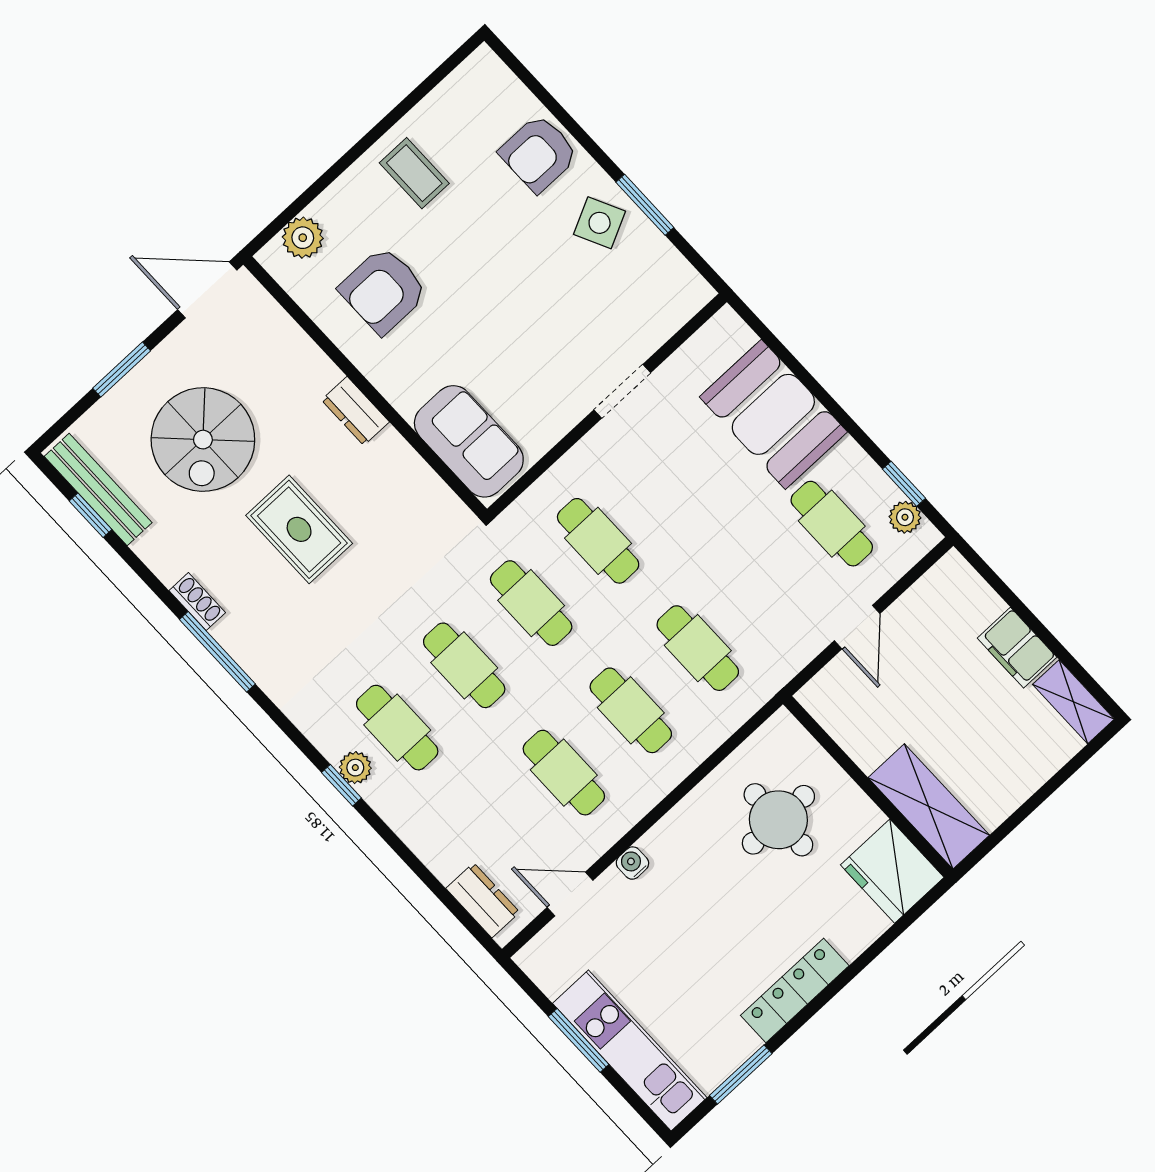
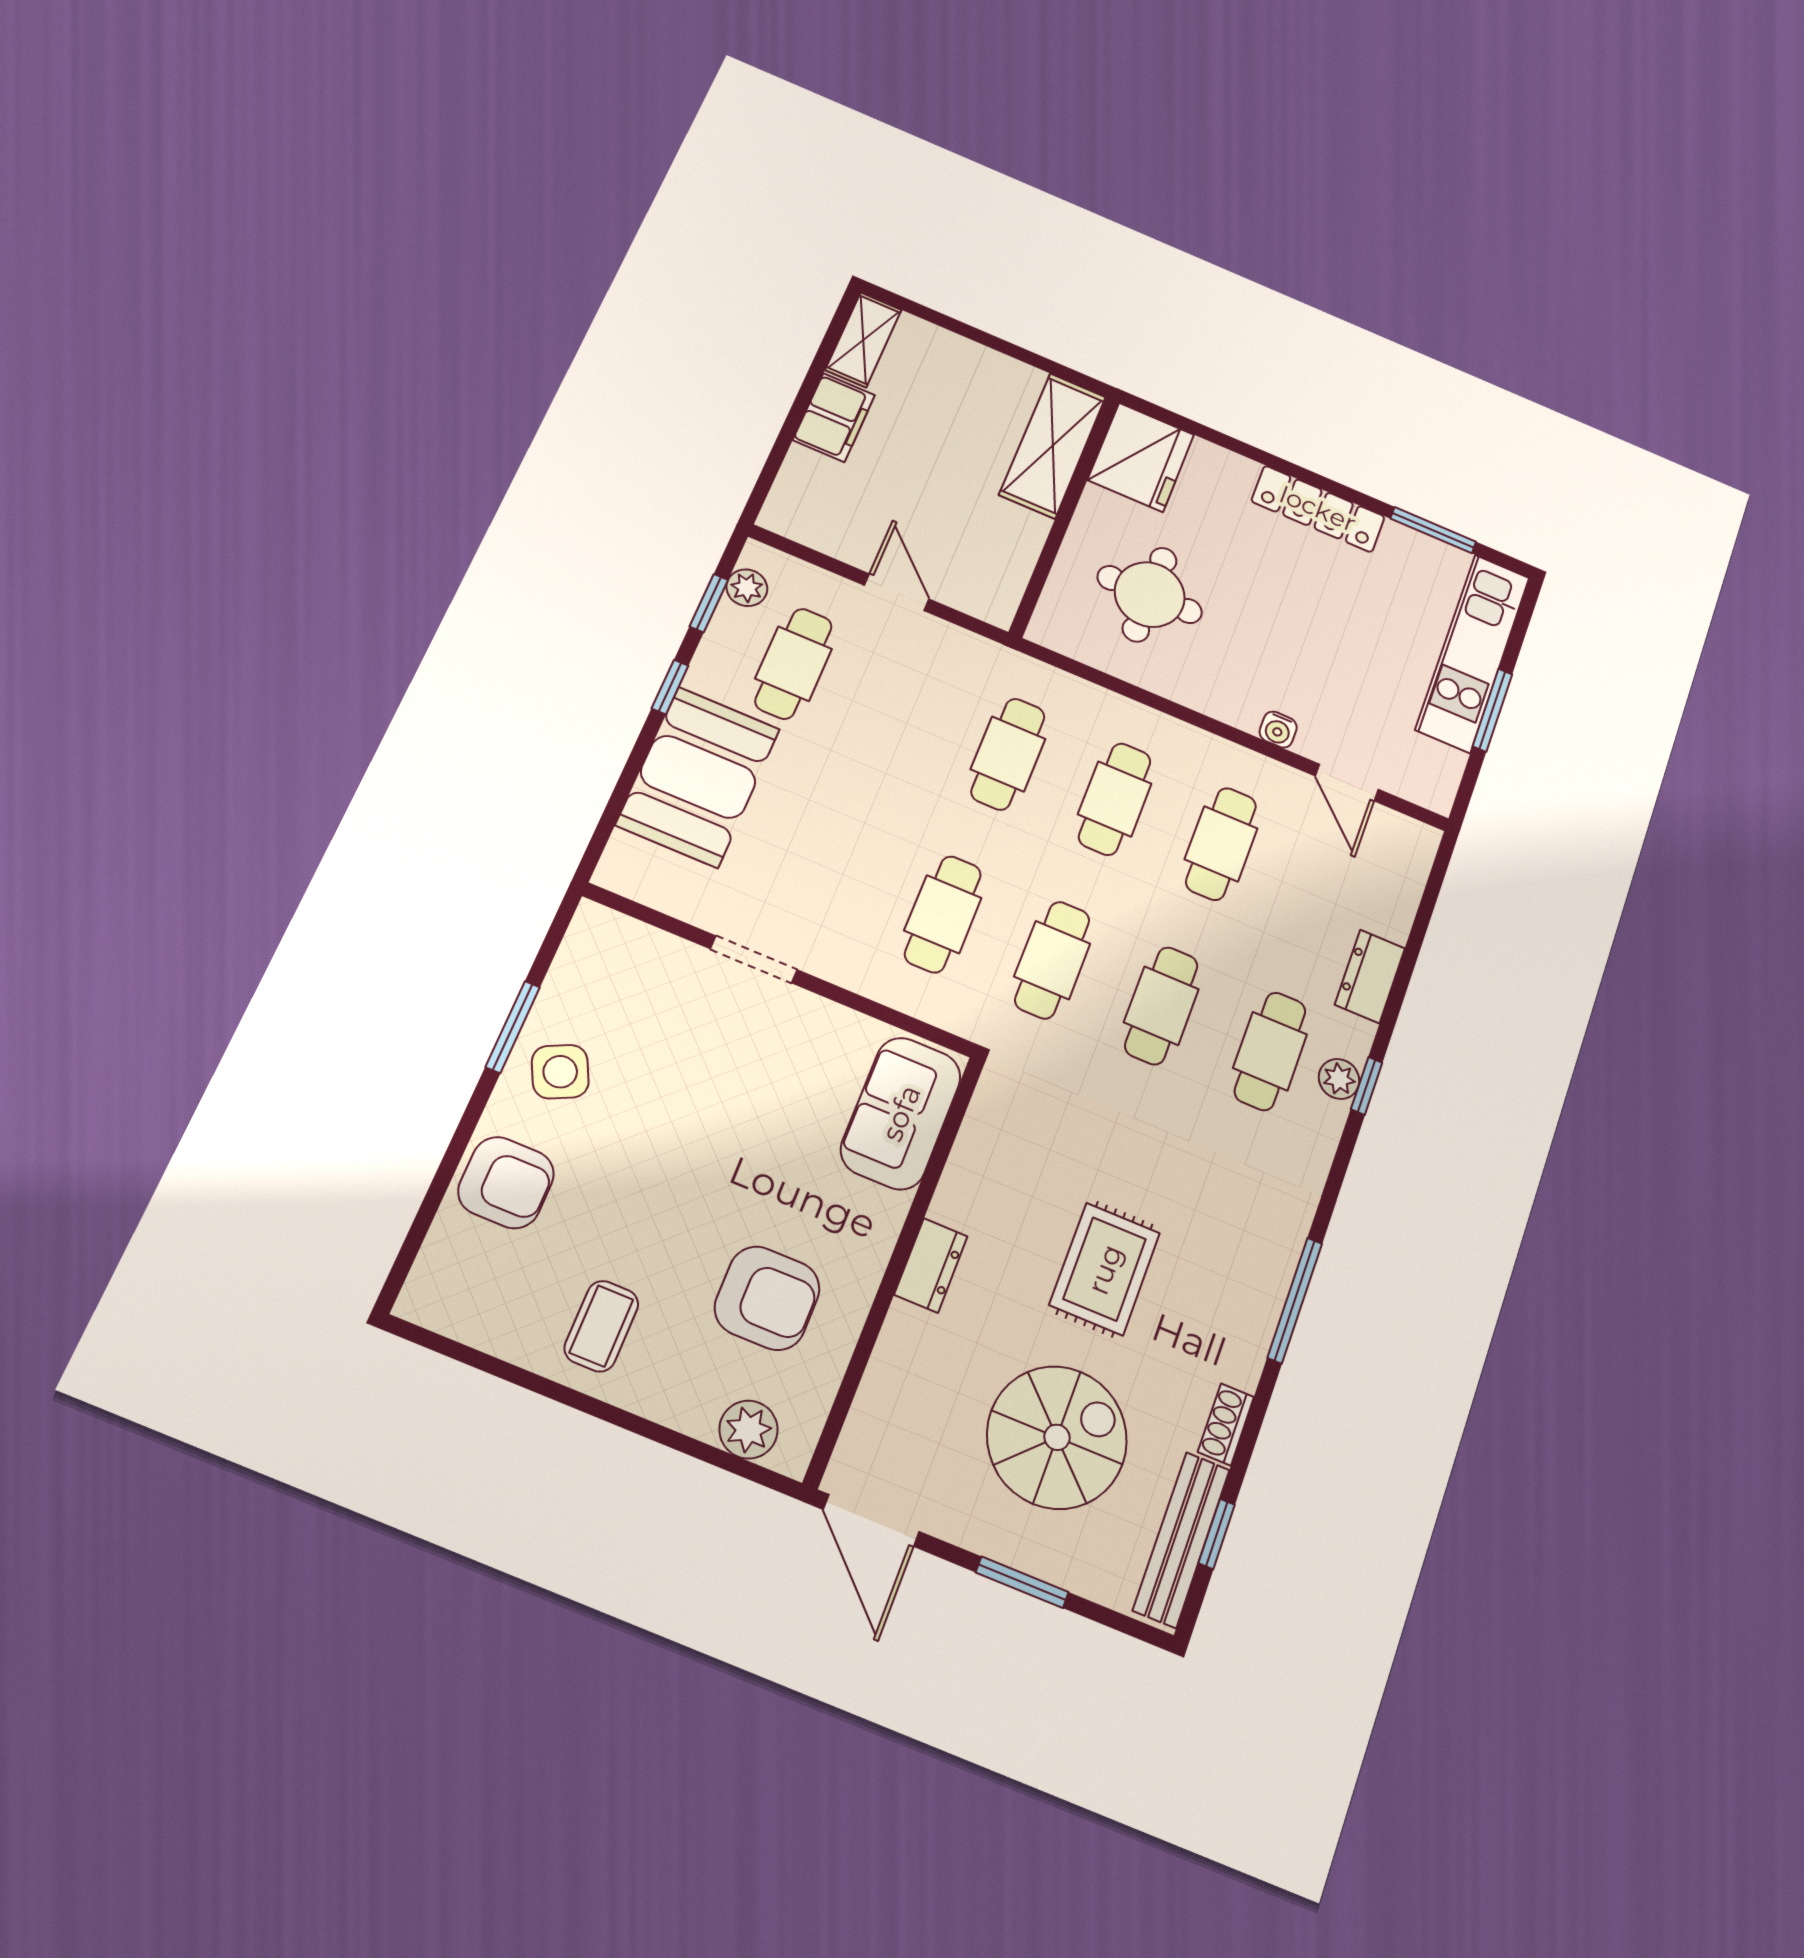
window: (850, 426) -> (670, 687), added
shoe rack: (197, 602) -> (1226, 1424), moved
door: (857, 627) -> (897, 592), hinge flipped
dresser: (483, 900) -> (1370, 976), moved

